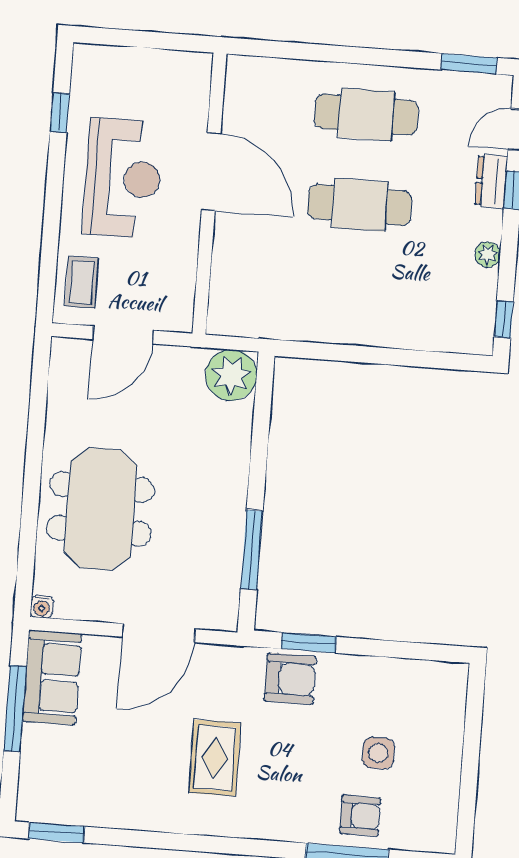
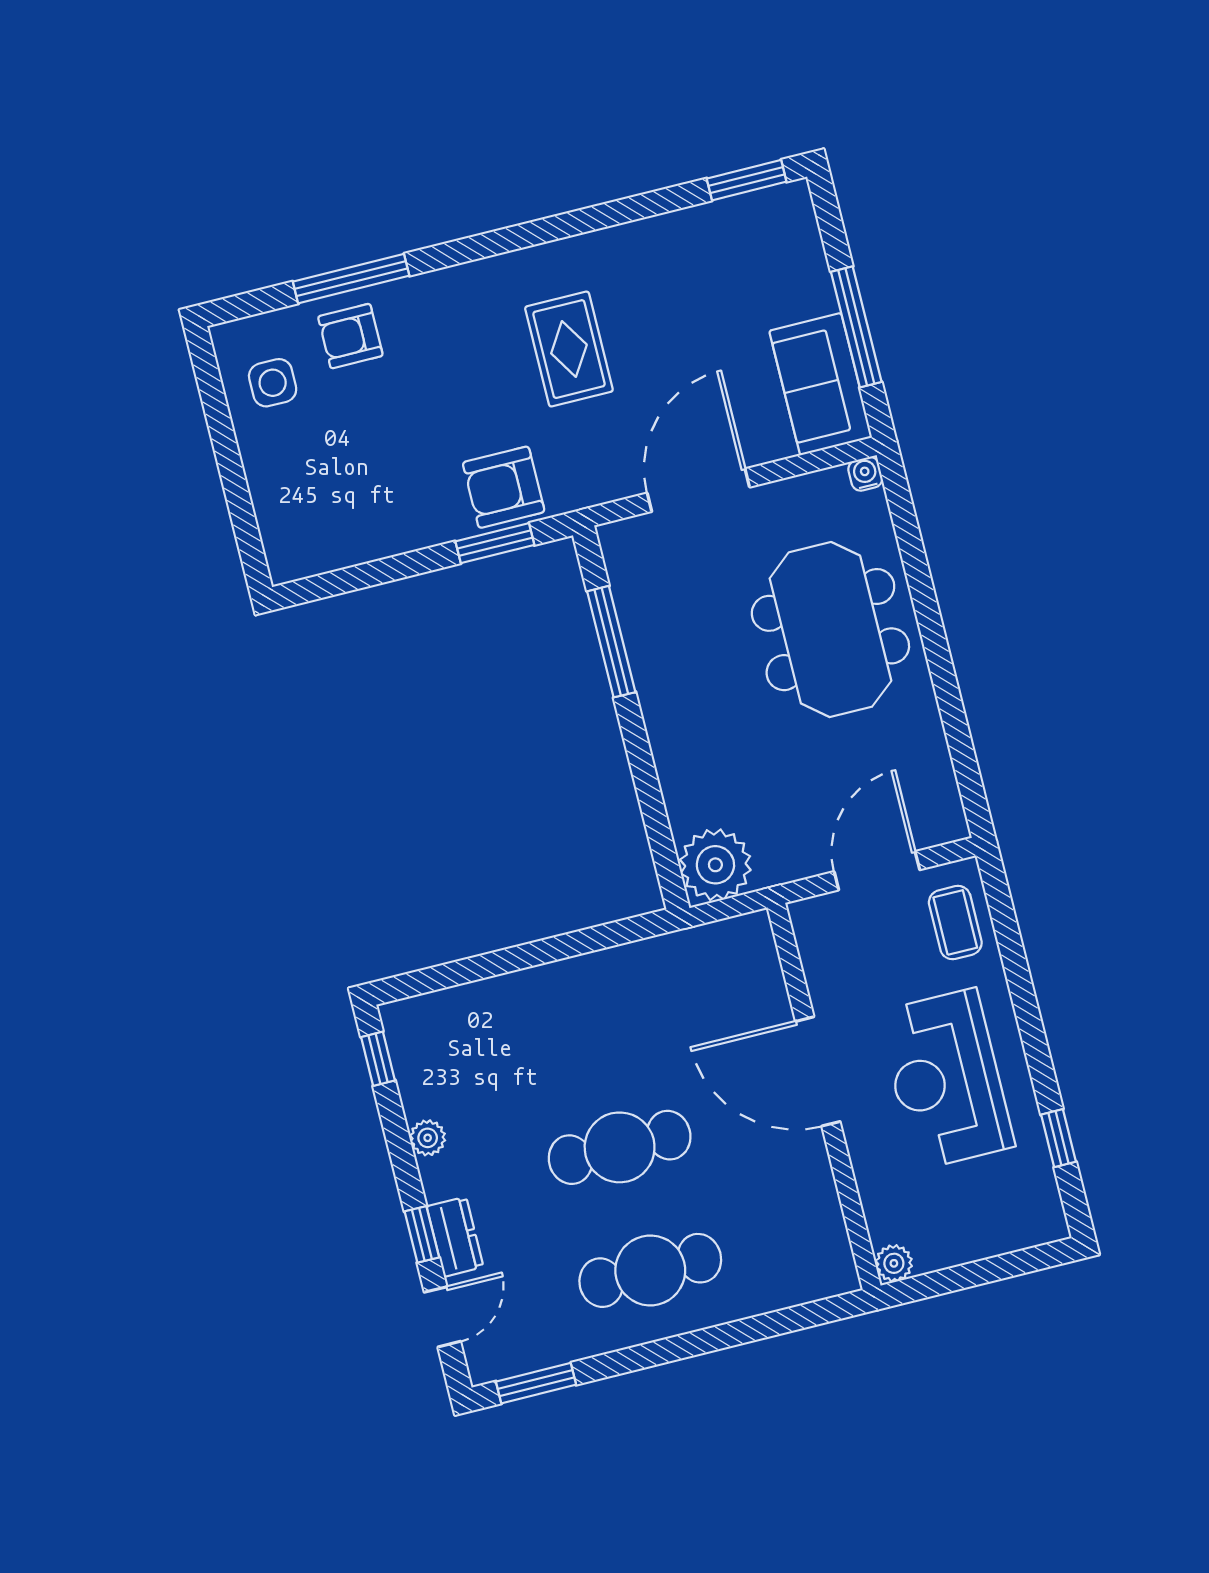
plant: (200, 65) -> (894, 1263), added
door: (211, 172) -> (818, 1071), moved
side table: (378, 753) -> (273, 383), moved

